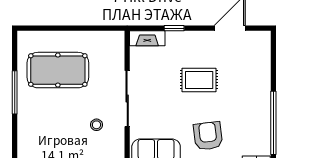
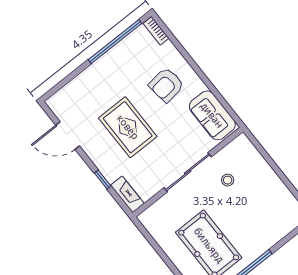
rug: (199, 80) -> (128, 127), width x1.36, depth x1.43

